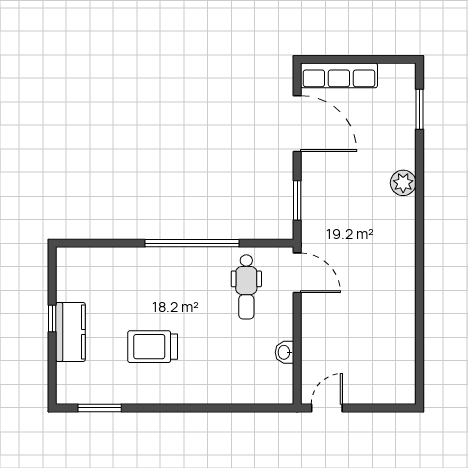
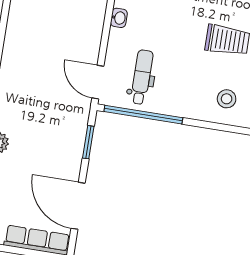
window: (192, 243) -> (143, 115), moved
stool: (142, 277) -> (227, 99), added

